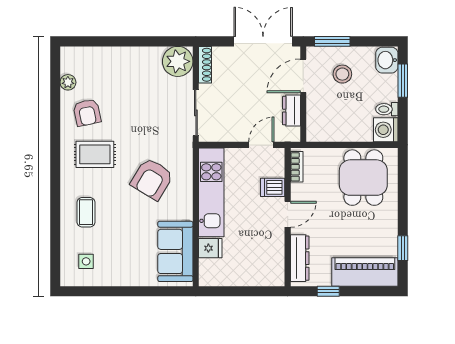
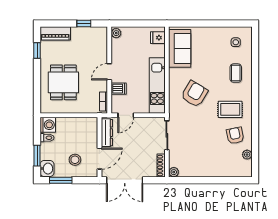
window: (332, 41) -> (61, 180), moved
plant: (178, 61) -> (174, 172), width x0.53, depth x0.53
dresser: (291, 111) -> (107, 133), width x1.44
dining table: (363, 178) -> (63, 82), moved
fridge: (210, 248) -> (158, 38), moved
dresser: (300, 258) -> (102, 44), removed
piano: (365, 272) -> (55, 33), width x0.73, depth x0.75
plant: (277, 276) -> (116, 33), added

